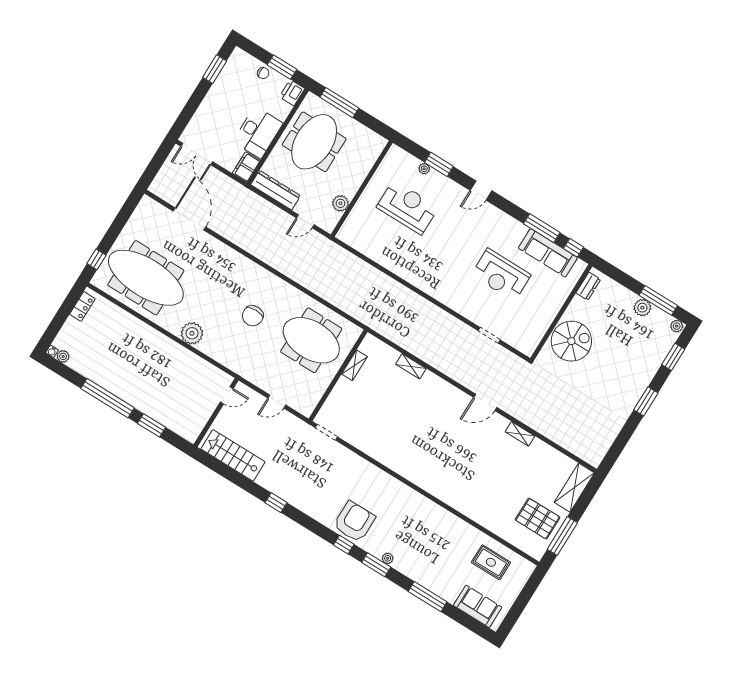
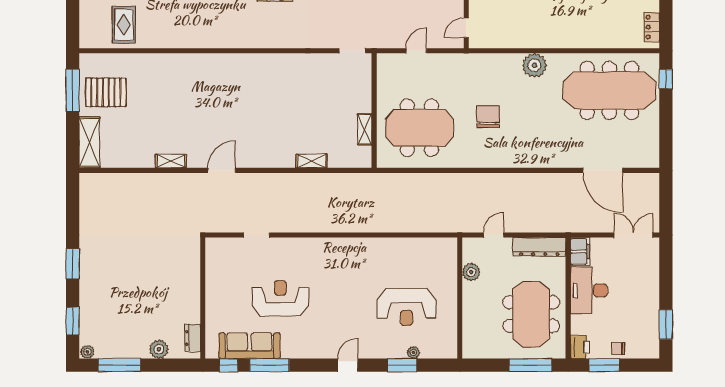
plant: (642, 308) -> (159, 349), moved
spiral stairs: (571, 341) -> (177, 277), removed
rug: (491, 562) -> (124, 25), turned 90

